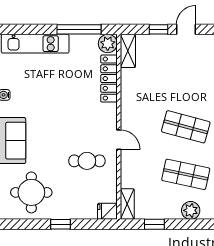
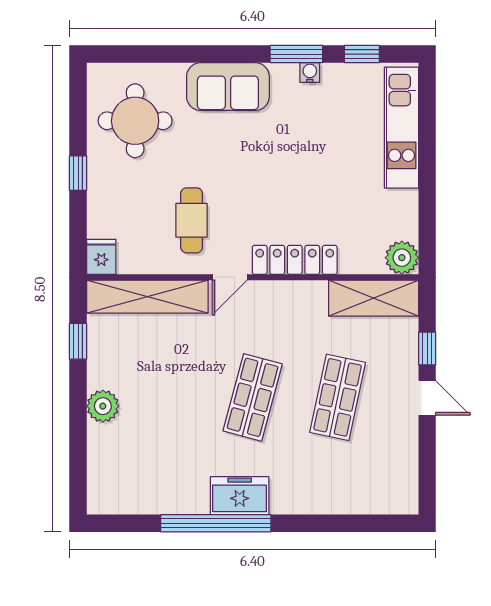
window: (79, 29) -> (427, 206), removed
shelving: (128, 51) -> (374, 298), width x1.50, depth x1.33
locker: (109, 79) -> (295, 260), moved
shop shelf: (186, 174) -> (338, 397), moved
shelving: (127, 204) -> (147, 297), width x2.20, depth x1.33

